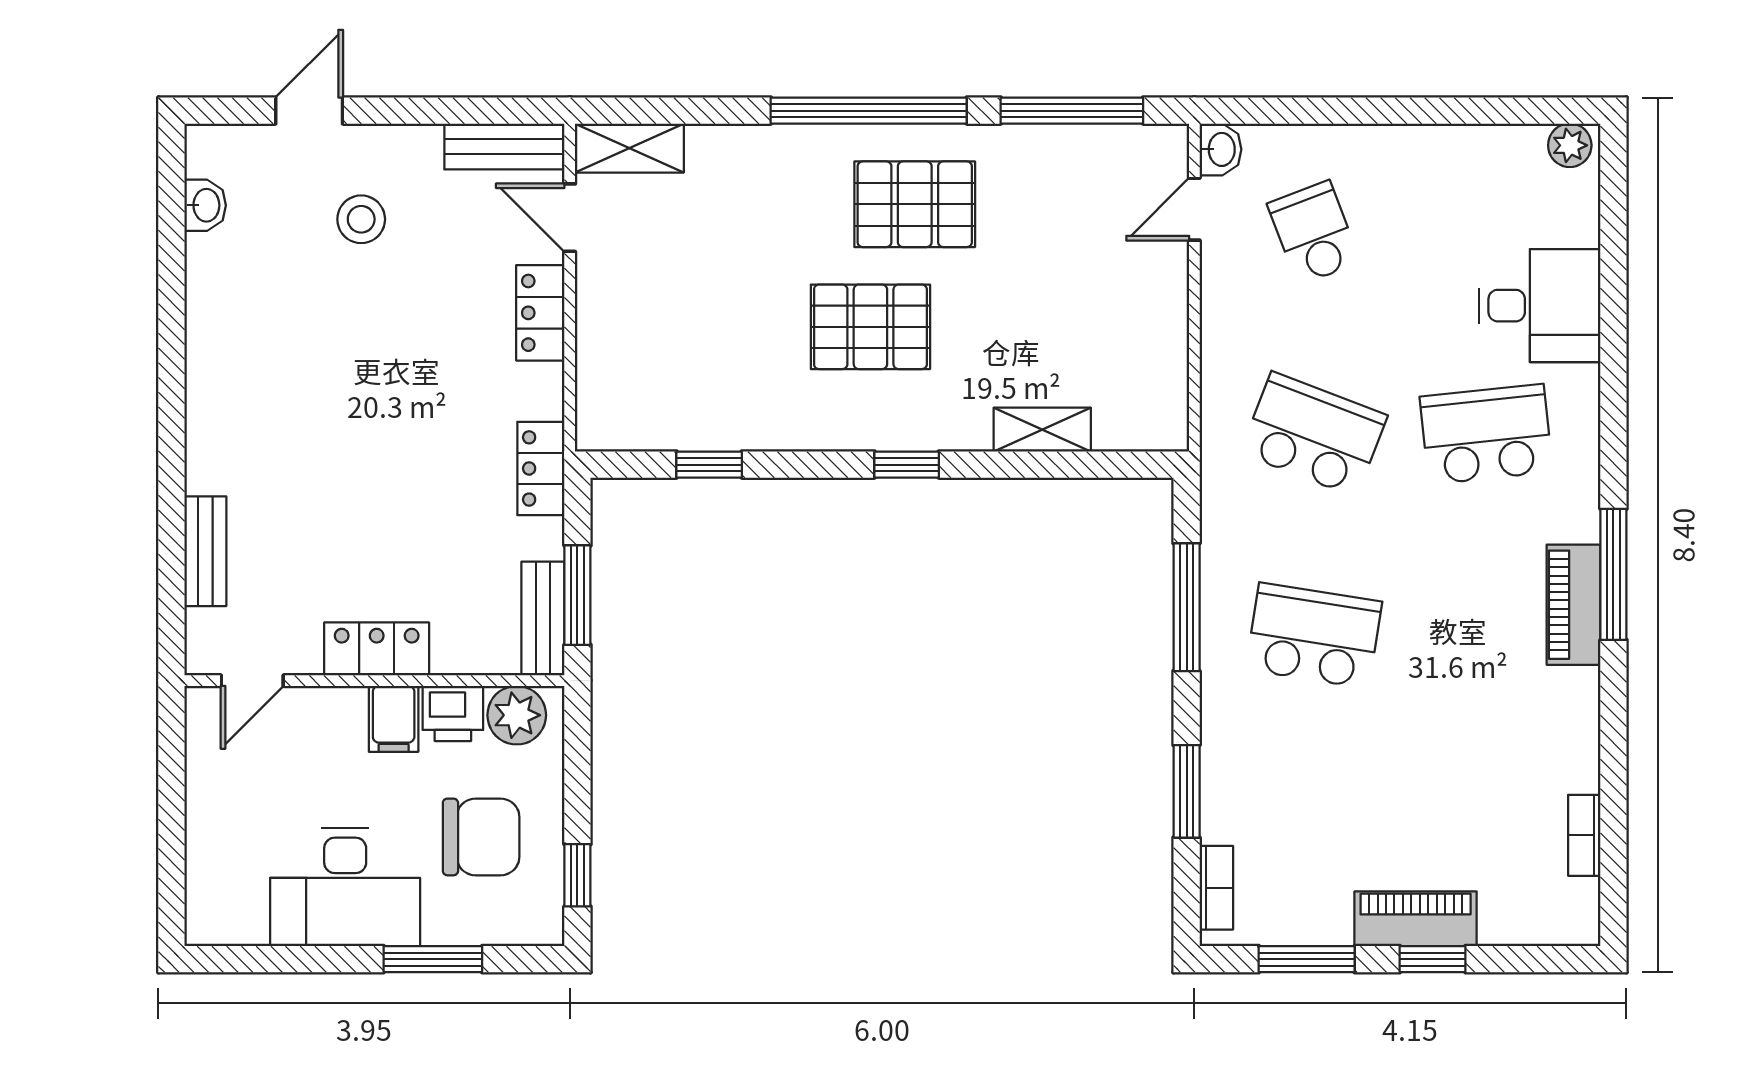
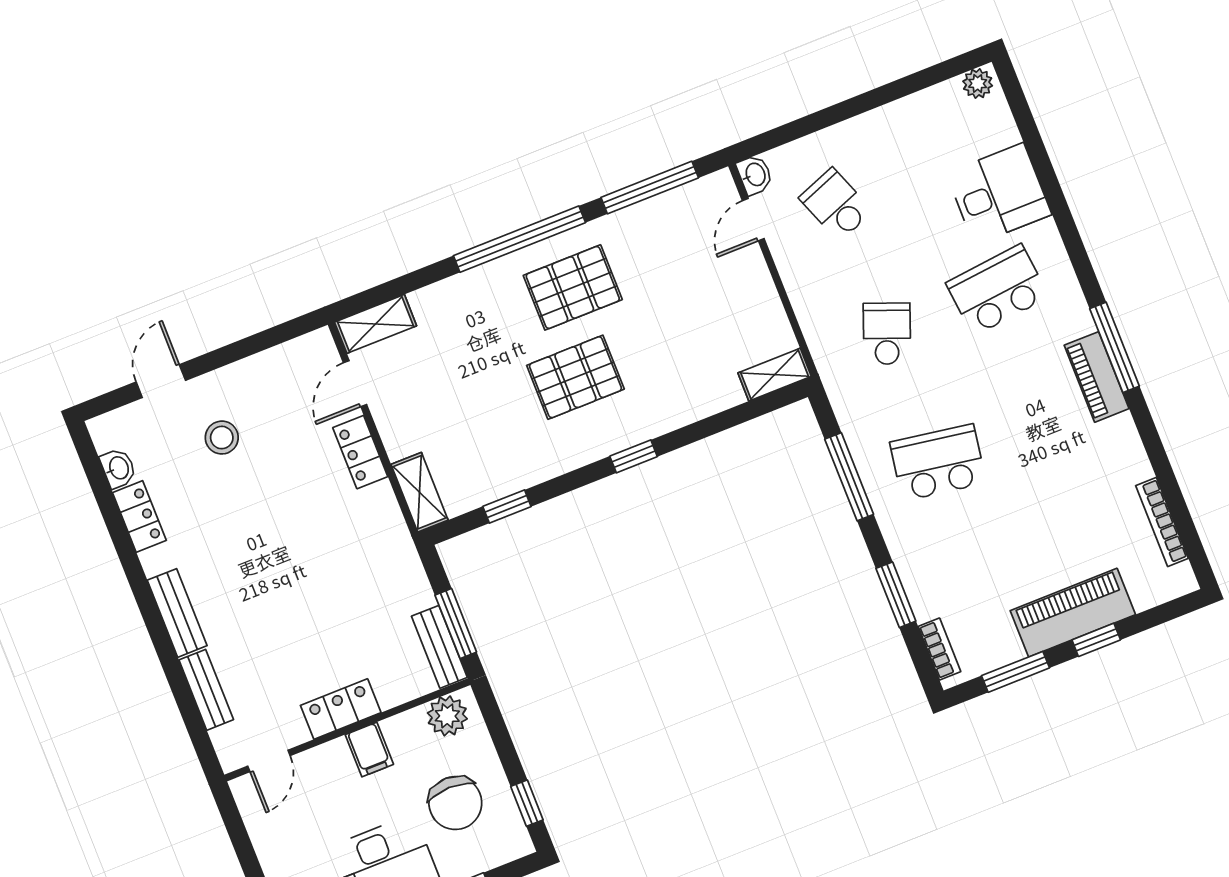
bench: (504, 147) -> (177, 613), moved, turned 90
door: (570, 218) -> (355, 384), hinge flipped
shelving: (599, 399) -> (420, 492), added
shelving: (1042, 430) -> (775, 375), moved
school desk: (1314, 434) -> (887, 334), width x0.54
locker: (541, 468) -> (139, 516), moved, turned 180
printer: (453, 713) -> (406, 731), removed
bookcase: (1584, 835) -> (1162, 522), width x1.56
chair: (481, 837) -> (455, 803), turned 90
piano: (1416, 919) -> (1073, 613), width x1.37, depth x1.33

